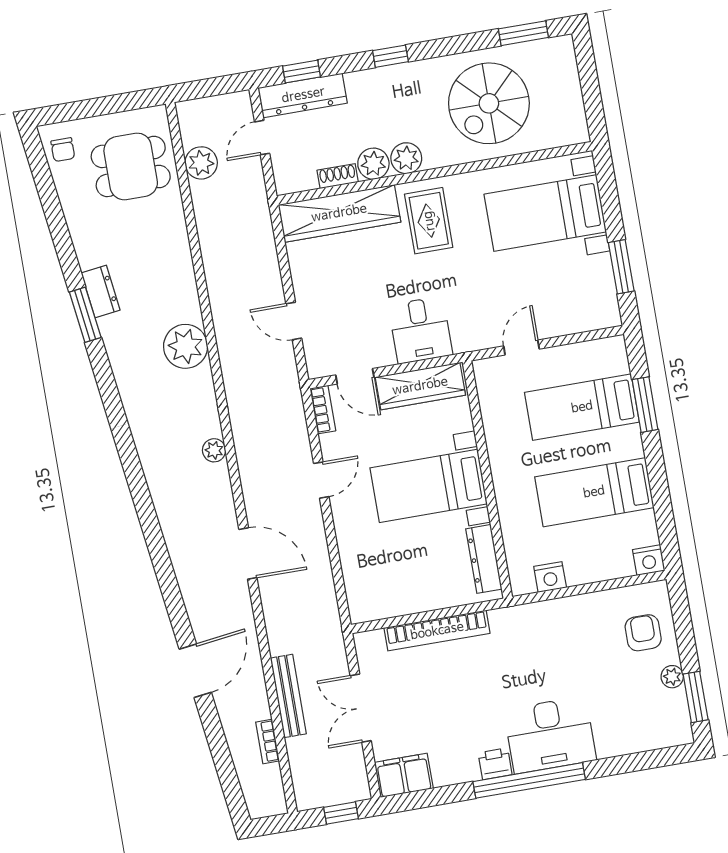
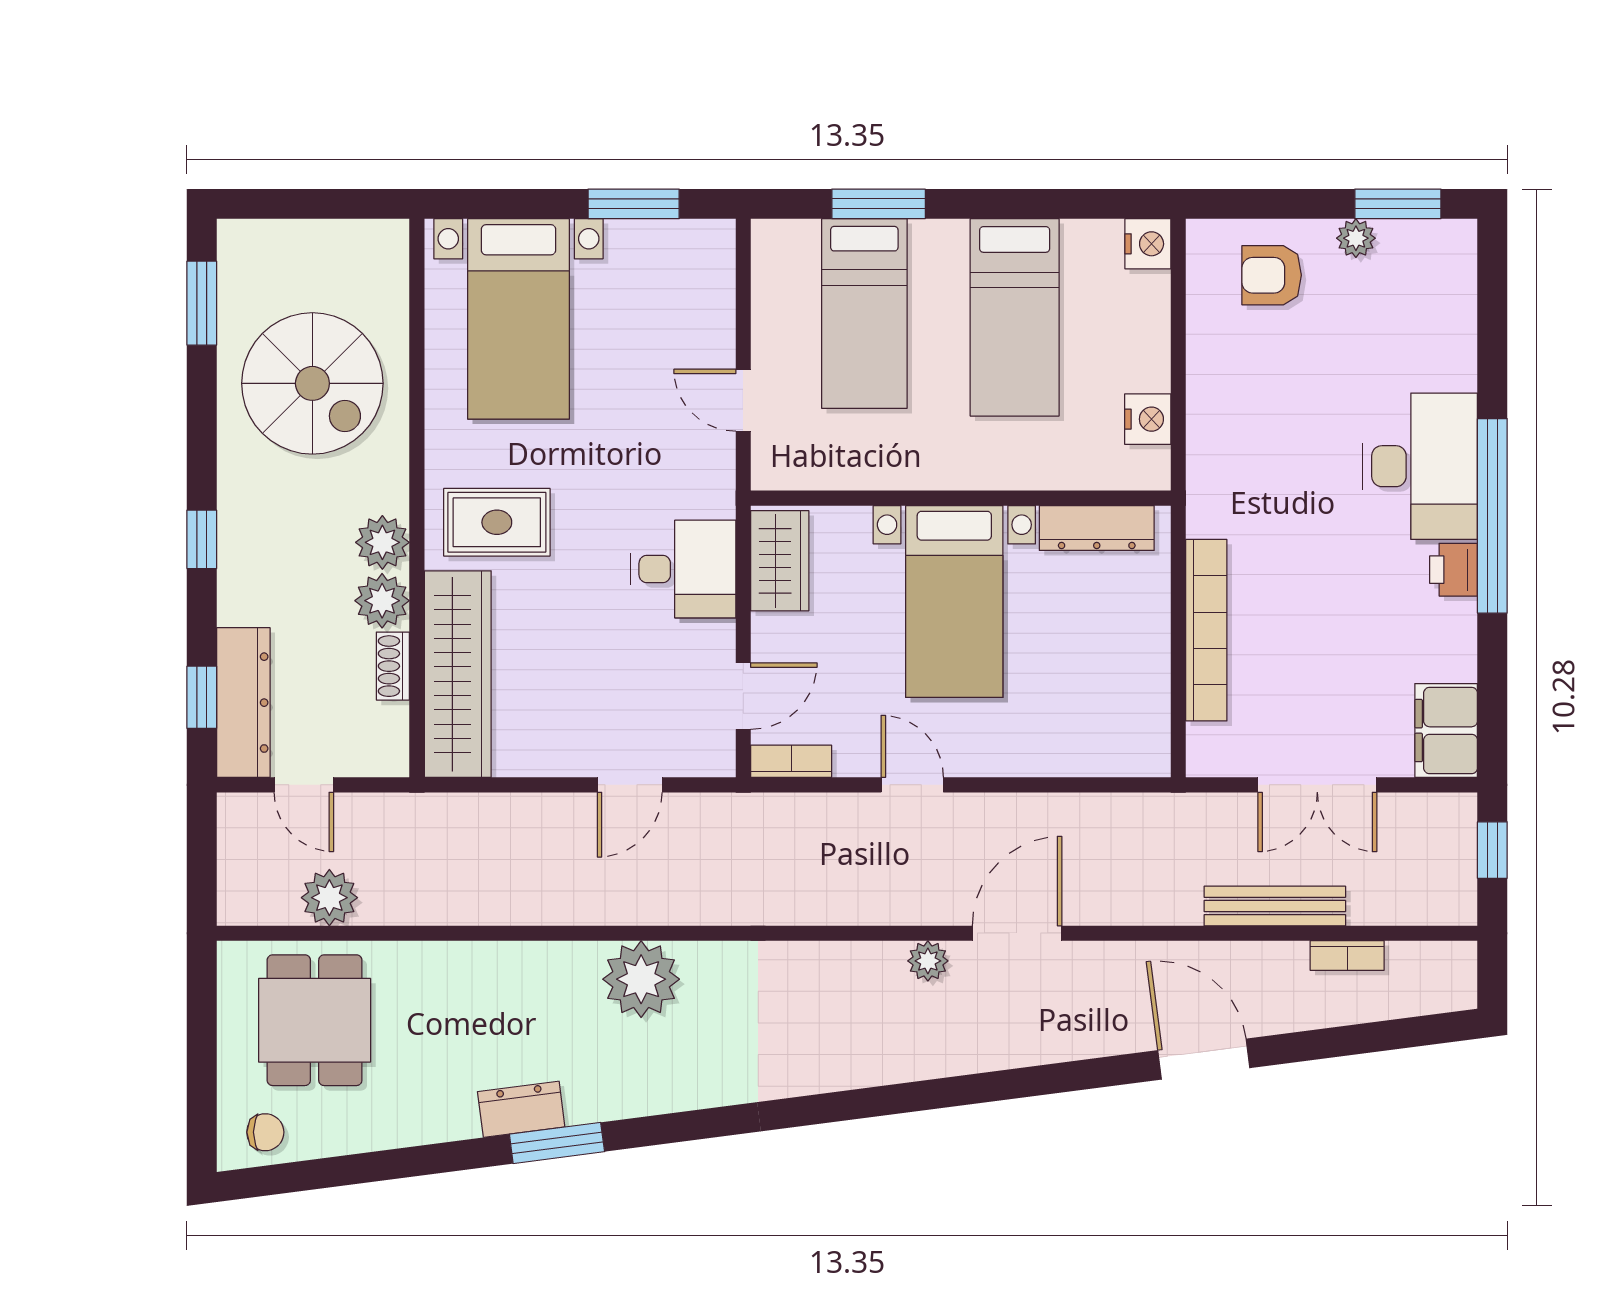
wardrobe: (420, 386) -> (780, 561), width x0.67
plant: (214, 450) -> (928, 961), moved

